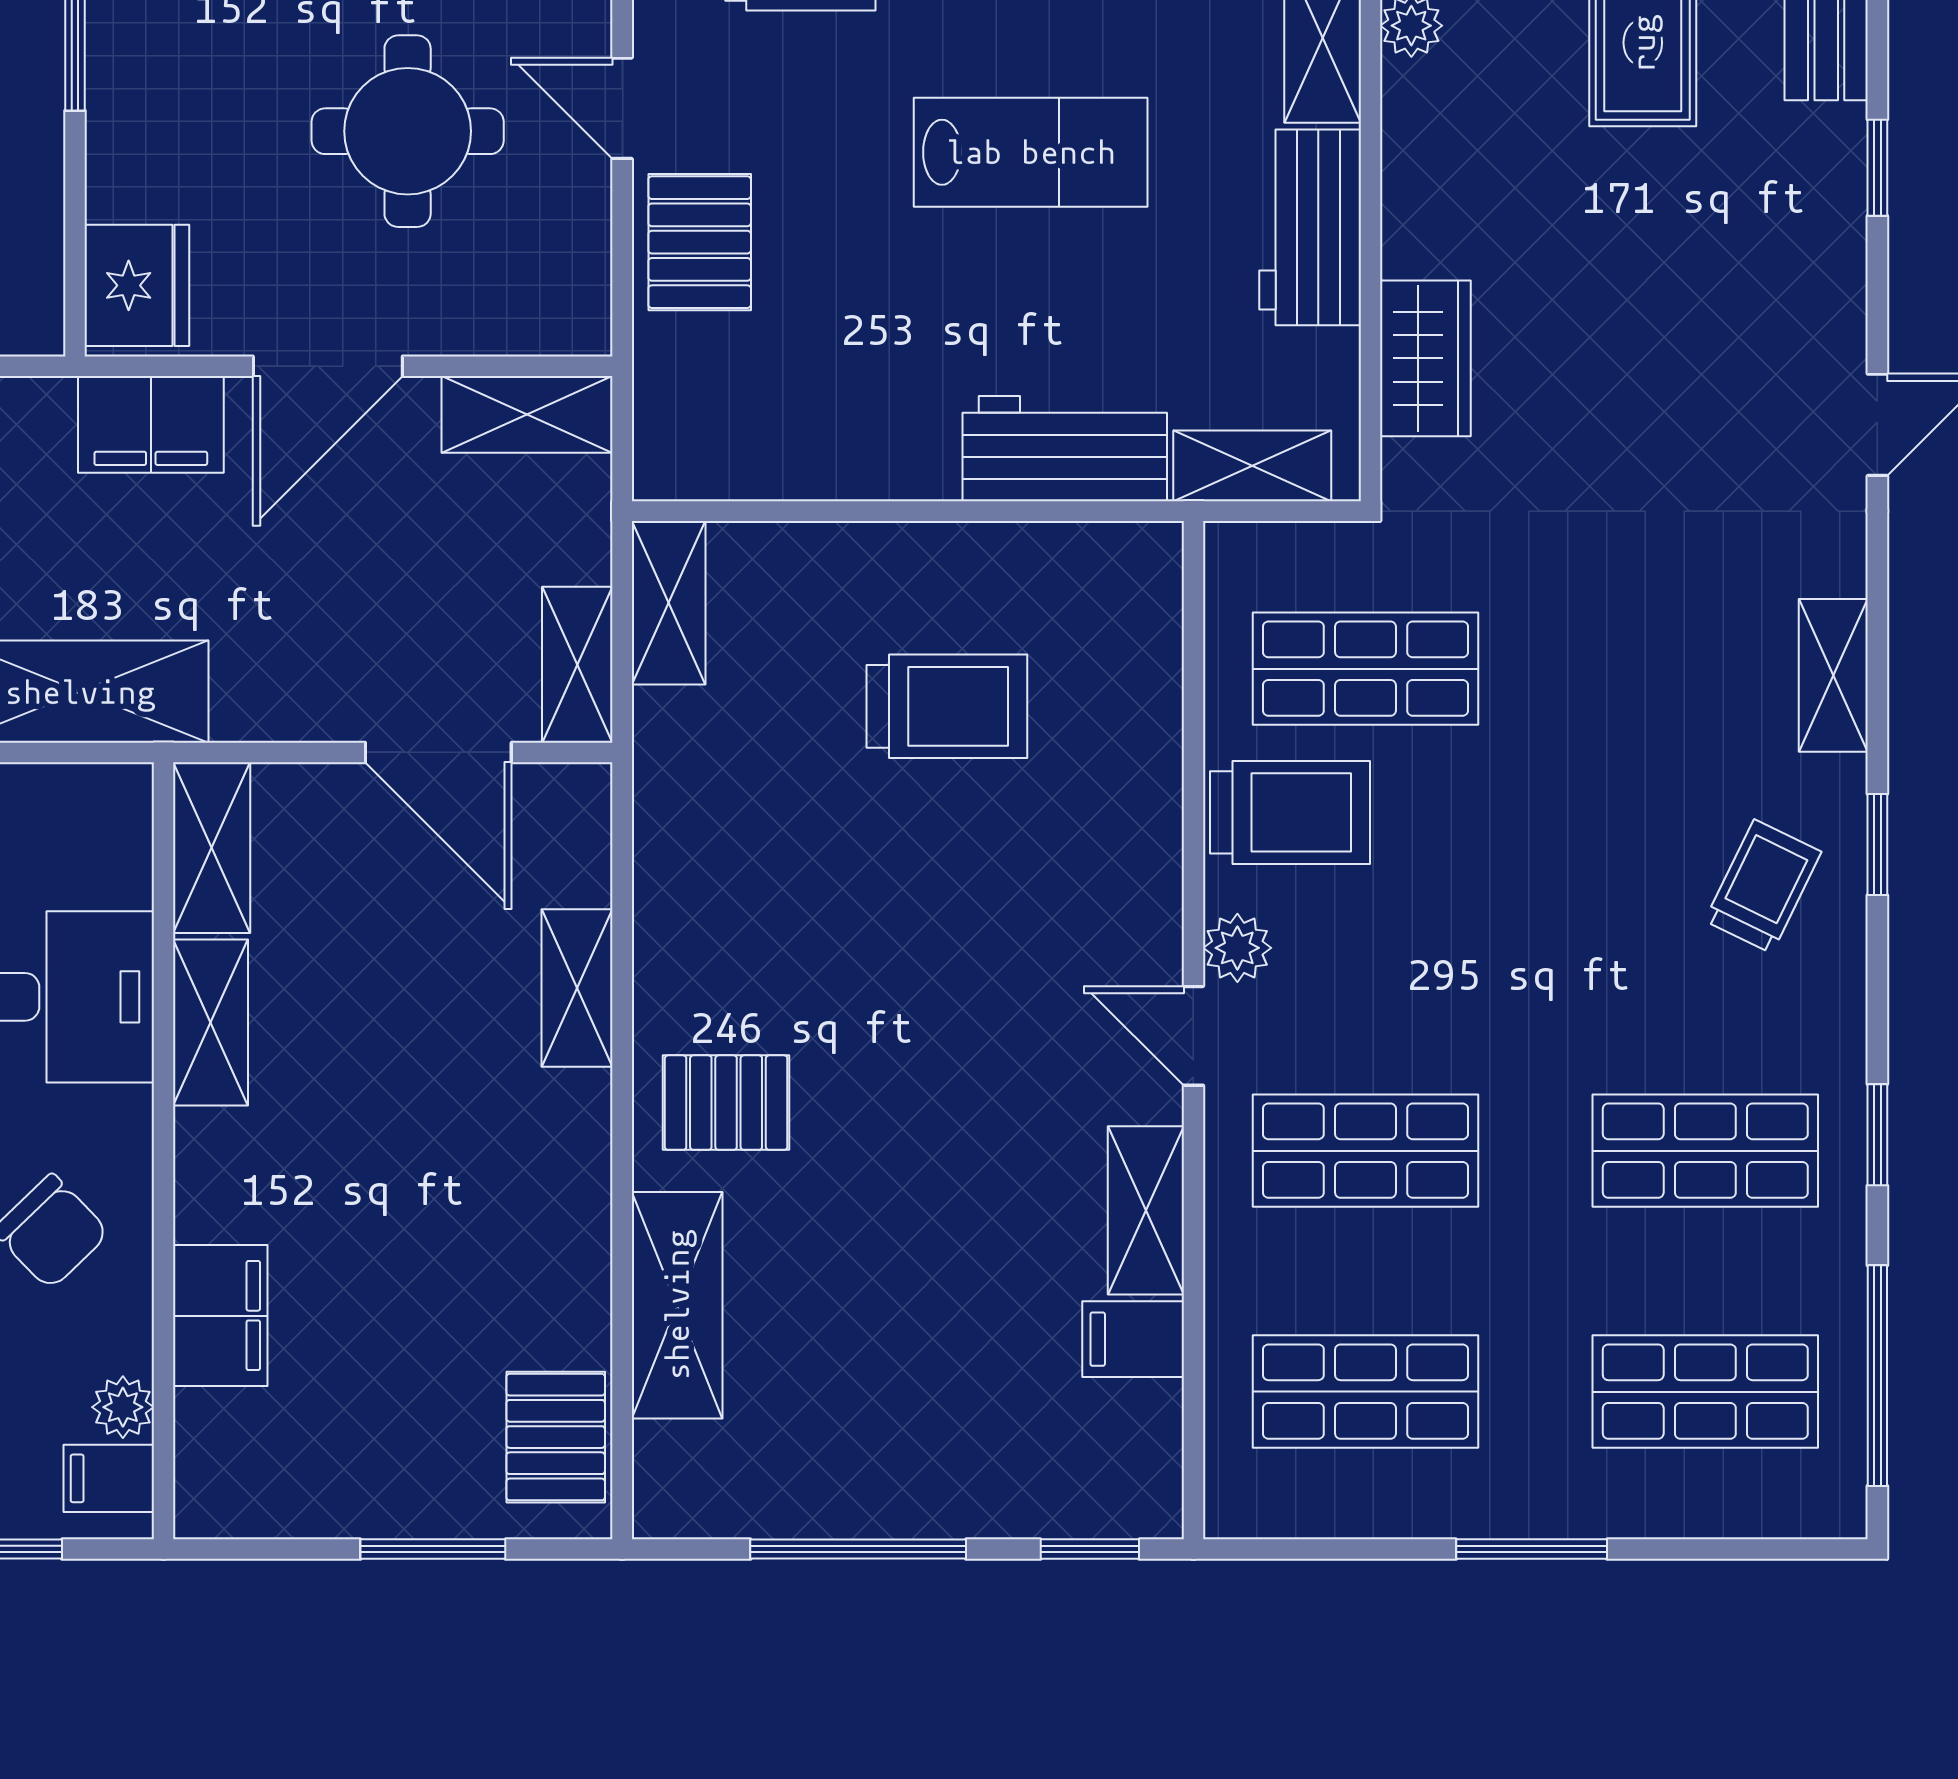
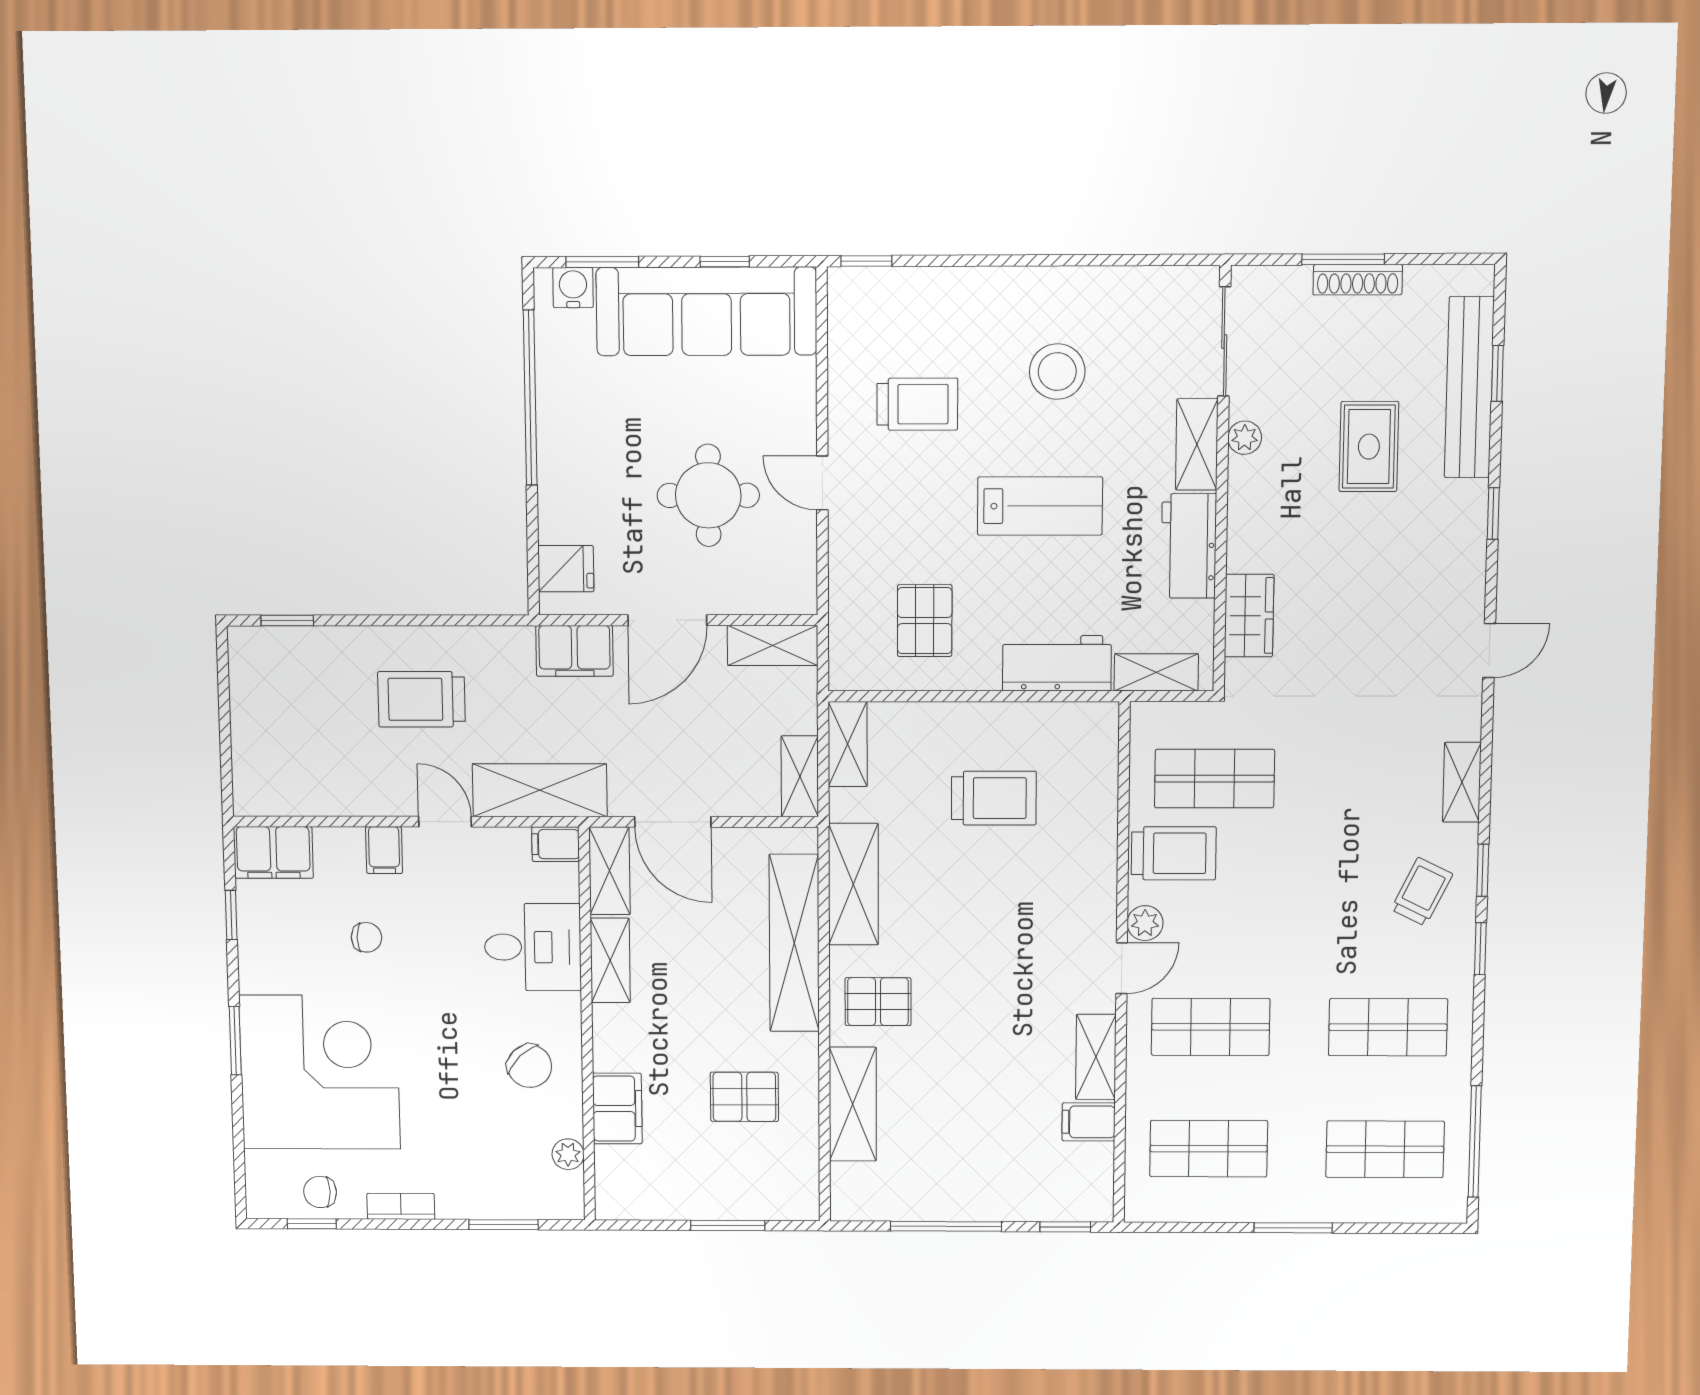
pallet: (700, 242) -> (925, 621), moved
fridge: (137, 285) -> (566, 569), width x0.72
door: (438, 752) -> (673, 822), moved
shelving: (679, 873) -> (853, 884), added
shelving: (577, 988) -> (794, 943), width x2.20, depth x1.33
door: (1193, 1036) -> (1122, 968), swing flipped
window: (1877, 1135) -> (1480, 949), moved
pallet: (556, 1437) -> (744, 1097), moved, turned 90
filing cabinet: (109, 1478) -> (556, 844), moved

